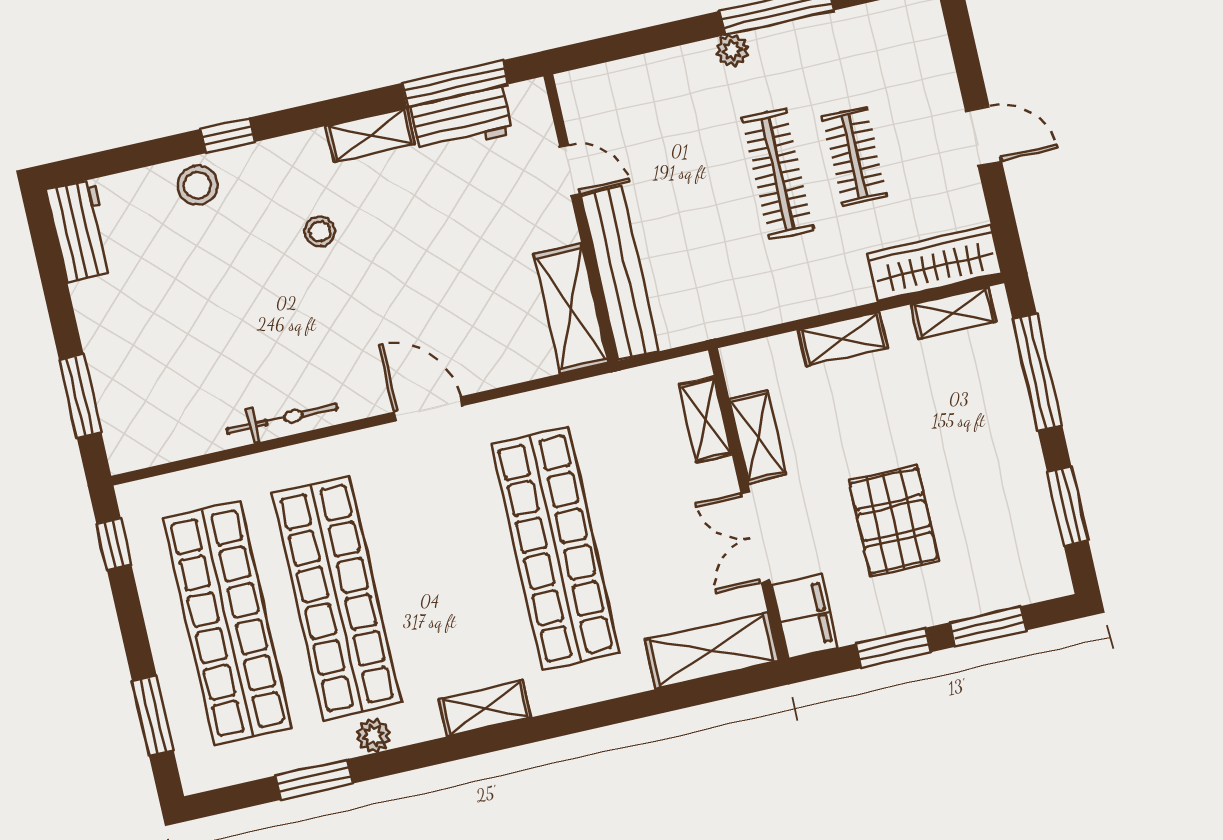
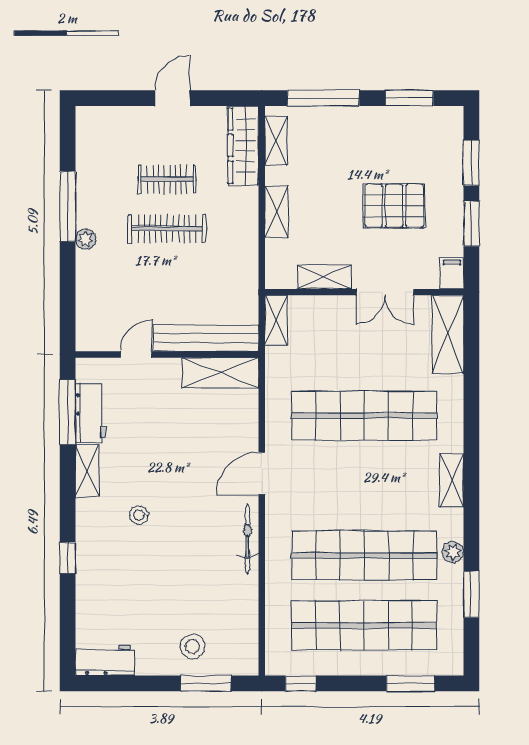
stool: (197, 185) -> (193, 646), moved
bicycle: (282, 419) -> (248, 539), moved
shelving: (705, 420) -> (276, 320), moved, turned 90
filing cabinet: (805, 616) -> (452, 273), width x0.50

